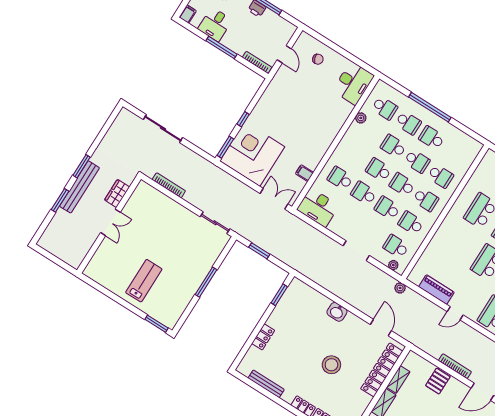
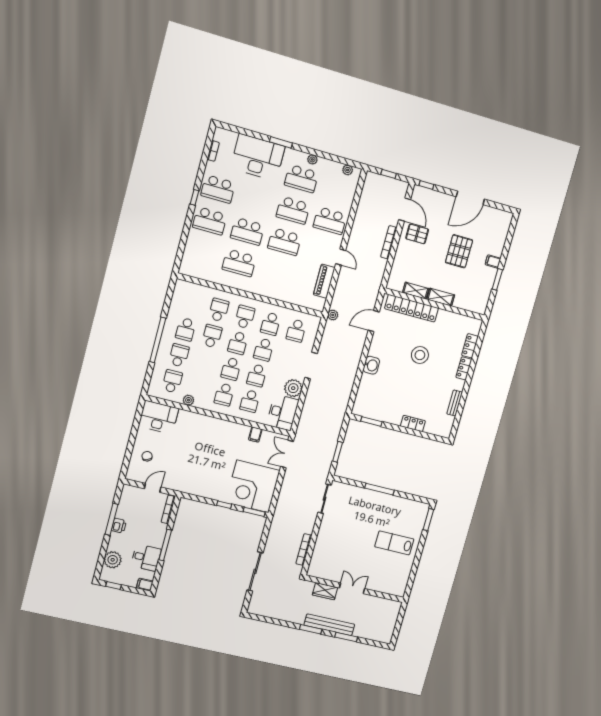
school desk: (393, 146) -> (224, 394), moved
plant: (393, 265) -> (293, 388), moved, width x1.88, depth x1.88
pallet: (438, 381) -> (417, 234), moved
bench: (266, 384) -> (455, 403), width x0.73

